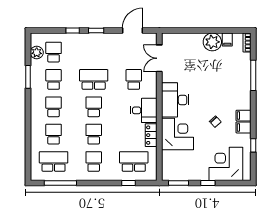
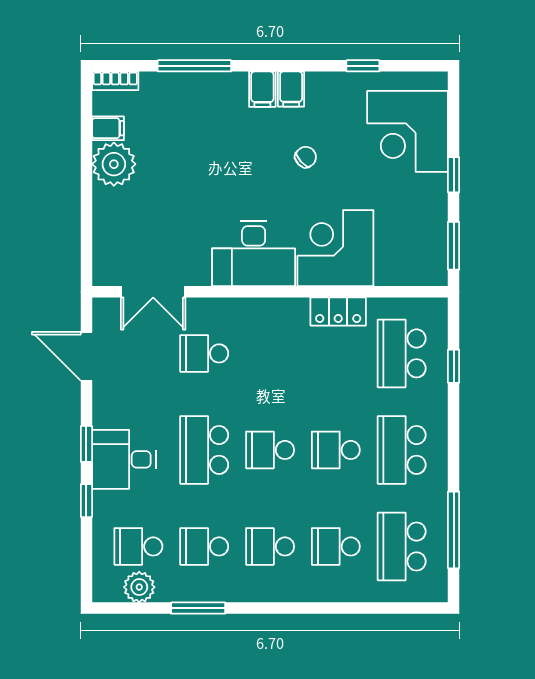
desk: (144, 110) -> (124, 459), moved, turned -90
filing cabinet: (243, 127) -> (262, 89), moved
school desk: (94, 161) -> (402, 450), width x1.85

